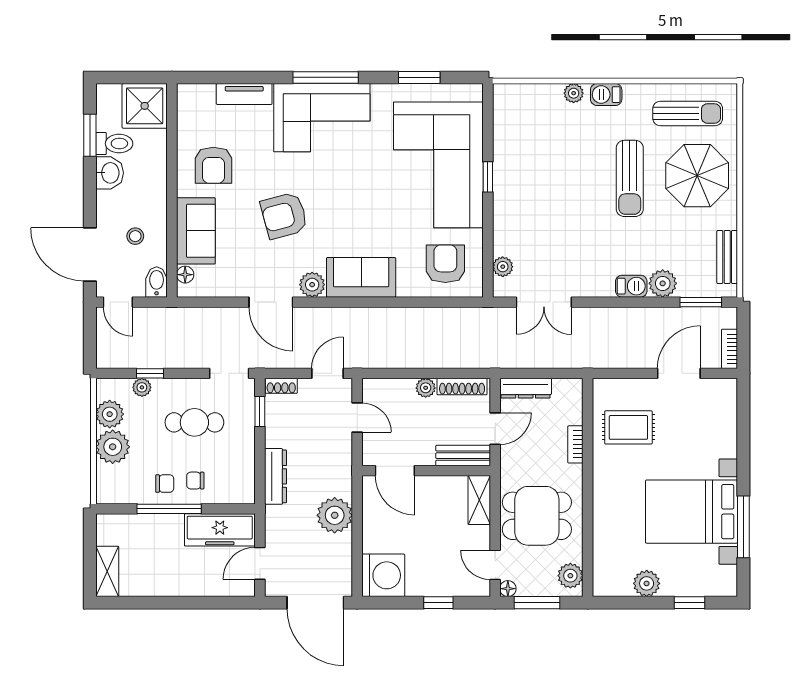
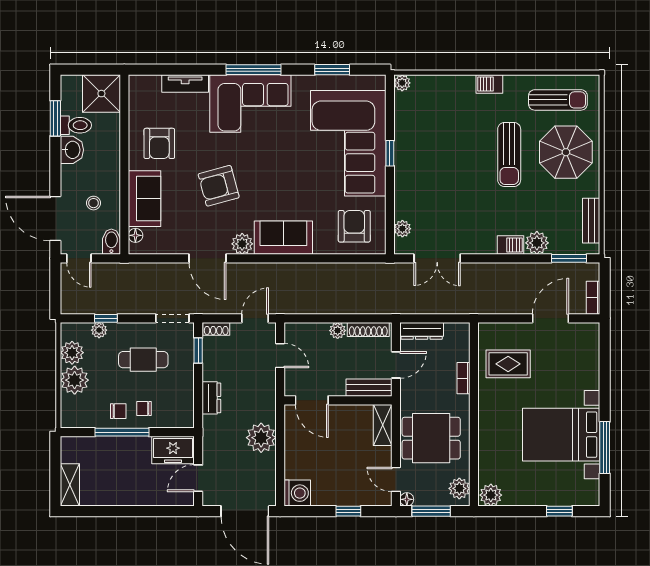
plant: (574, 93) -> (402, 83), moved
dresser: (275, 476) -> (211, 398), width x0.70
freezer: (220, 530) -> (173, 450), width x0.71
washing machine: (383, 575) -> (297, 493), width x0.73, depth x0.73
plant: (647, 583) -> (491, 495), moved

